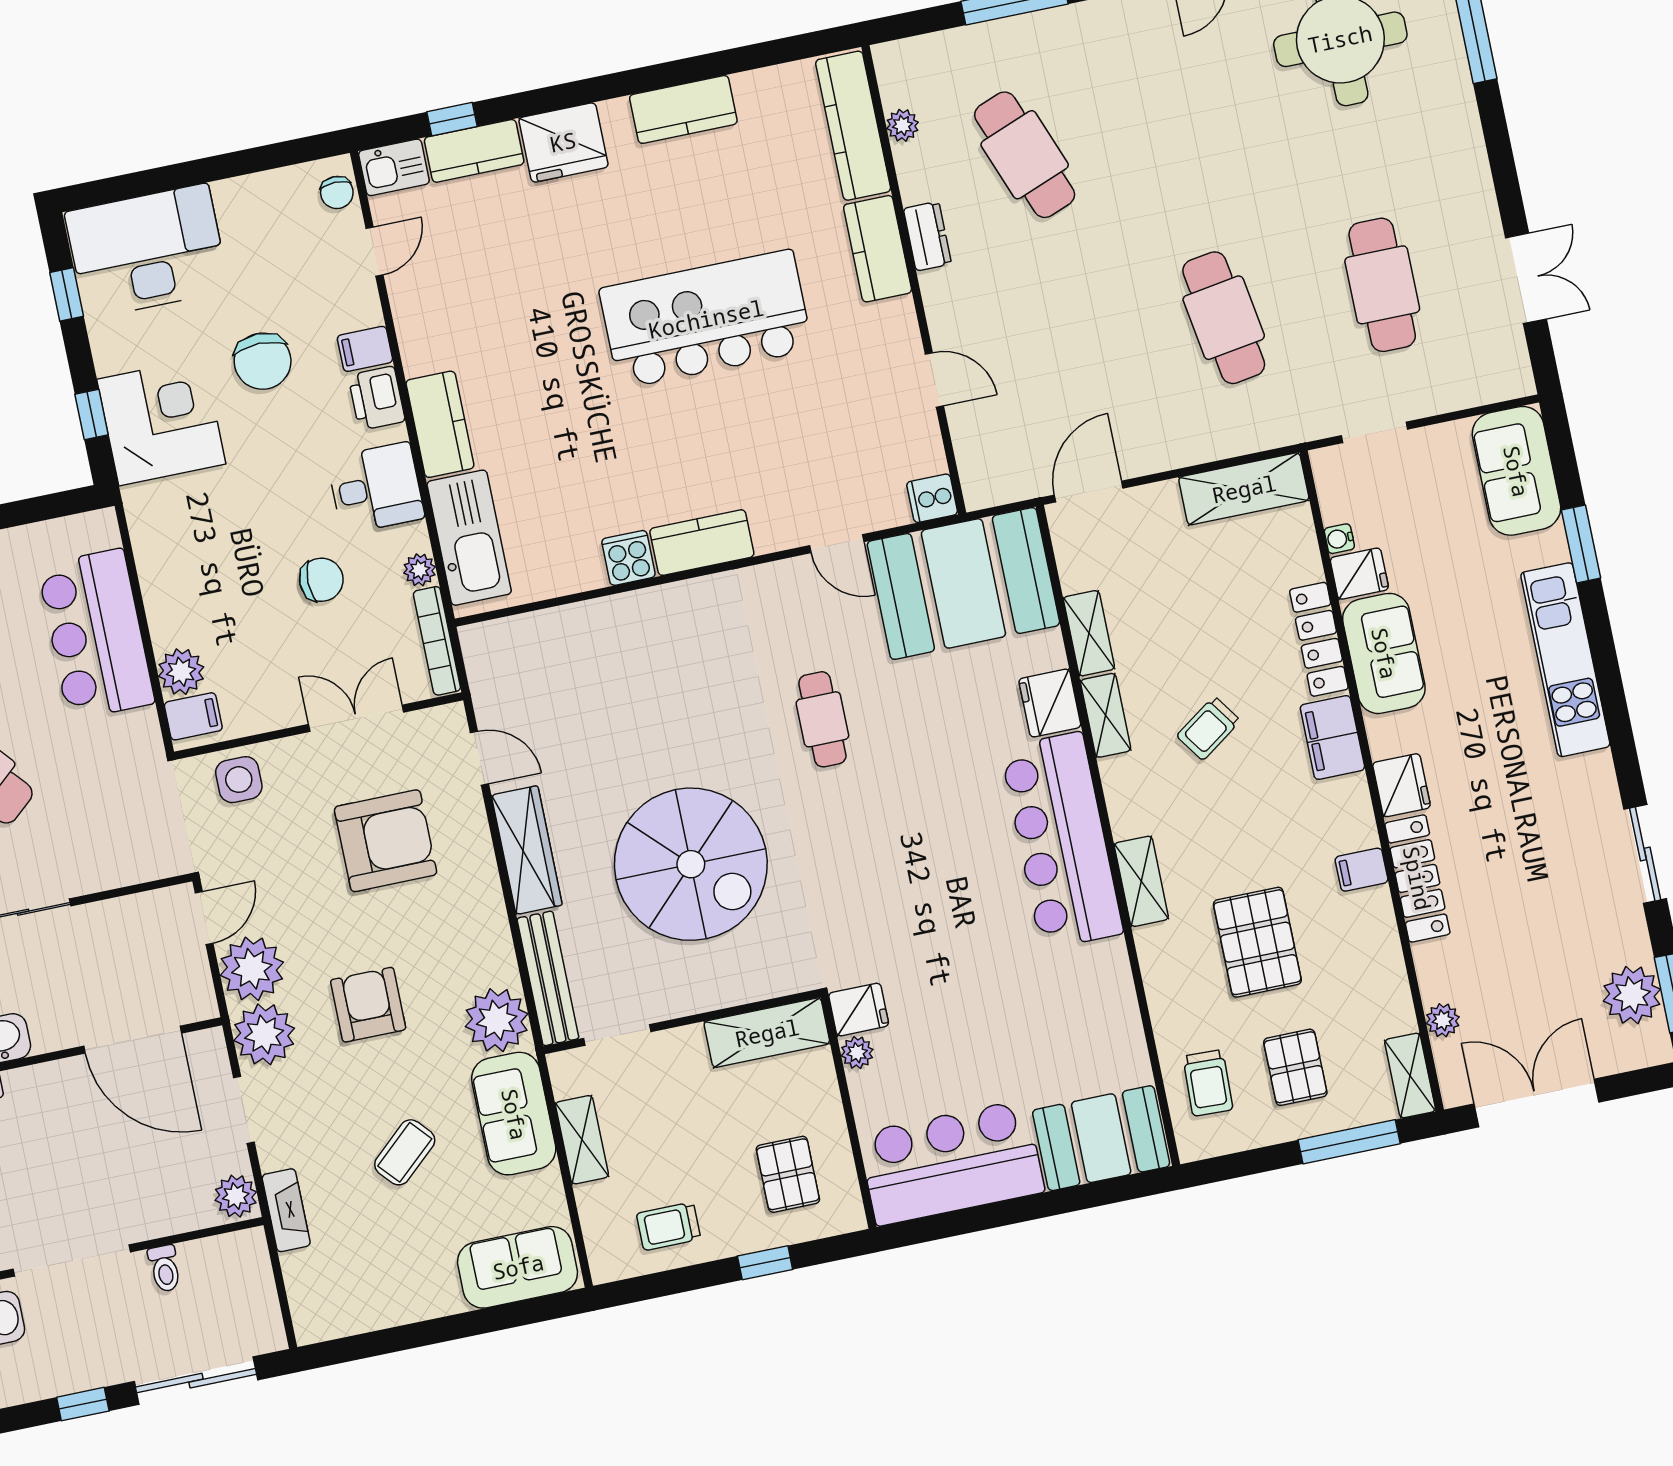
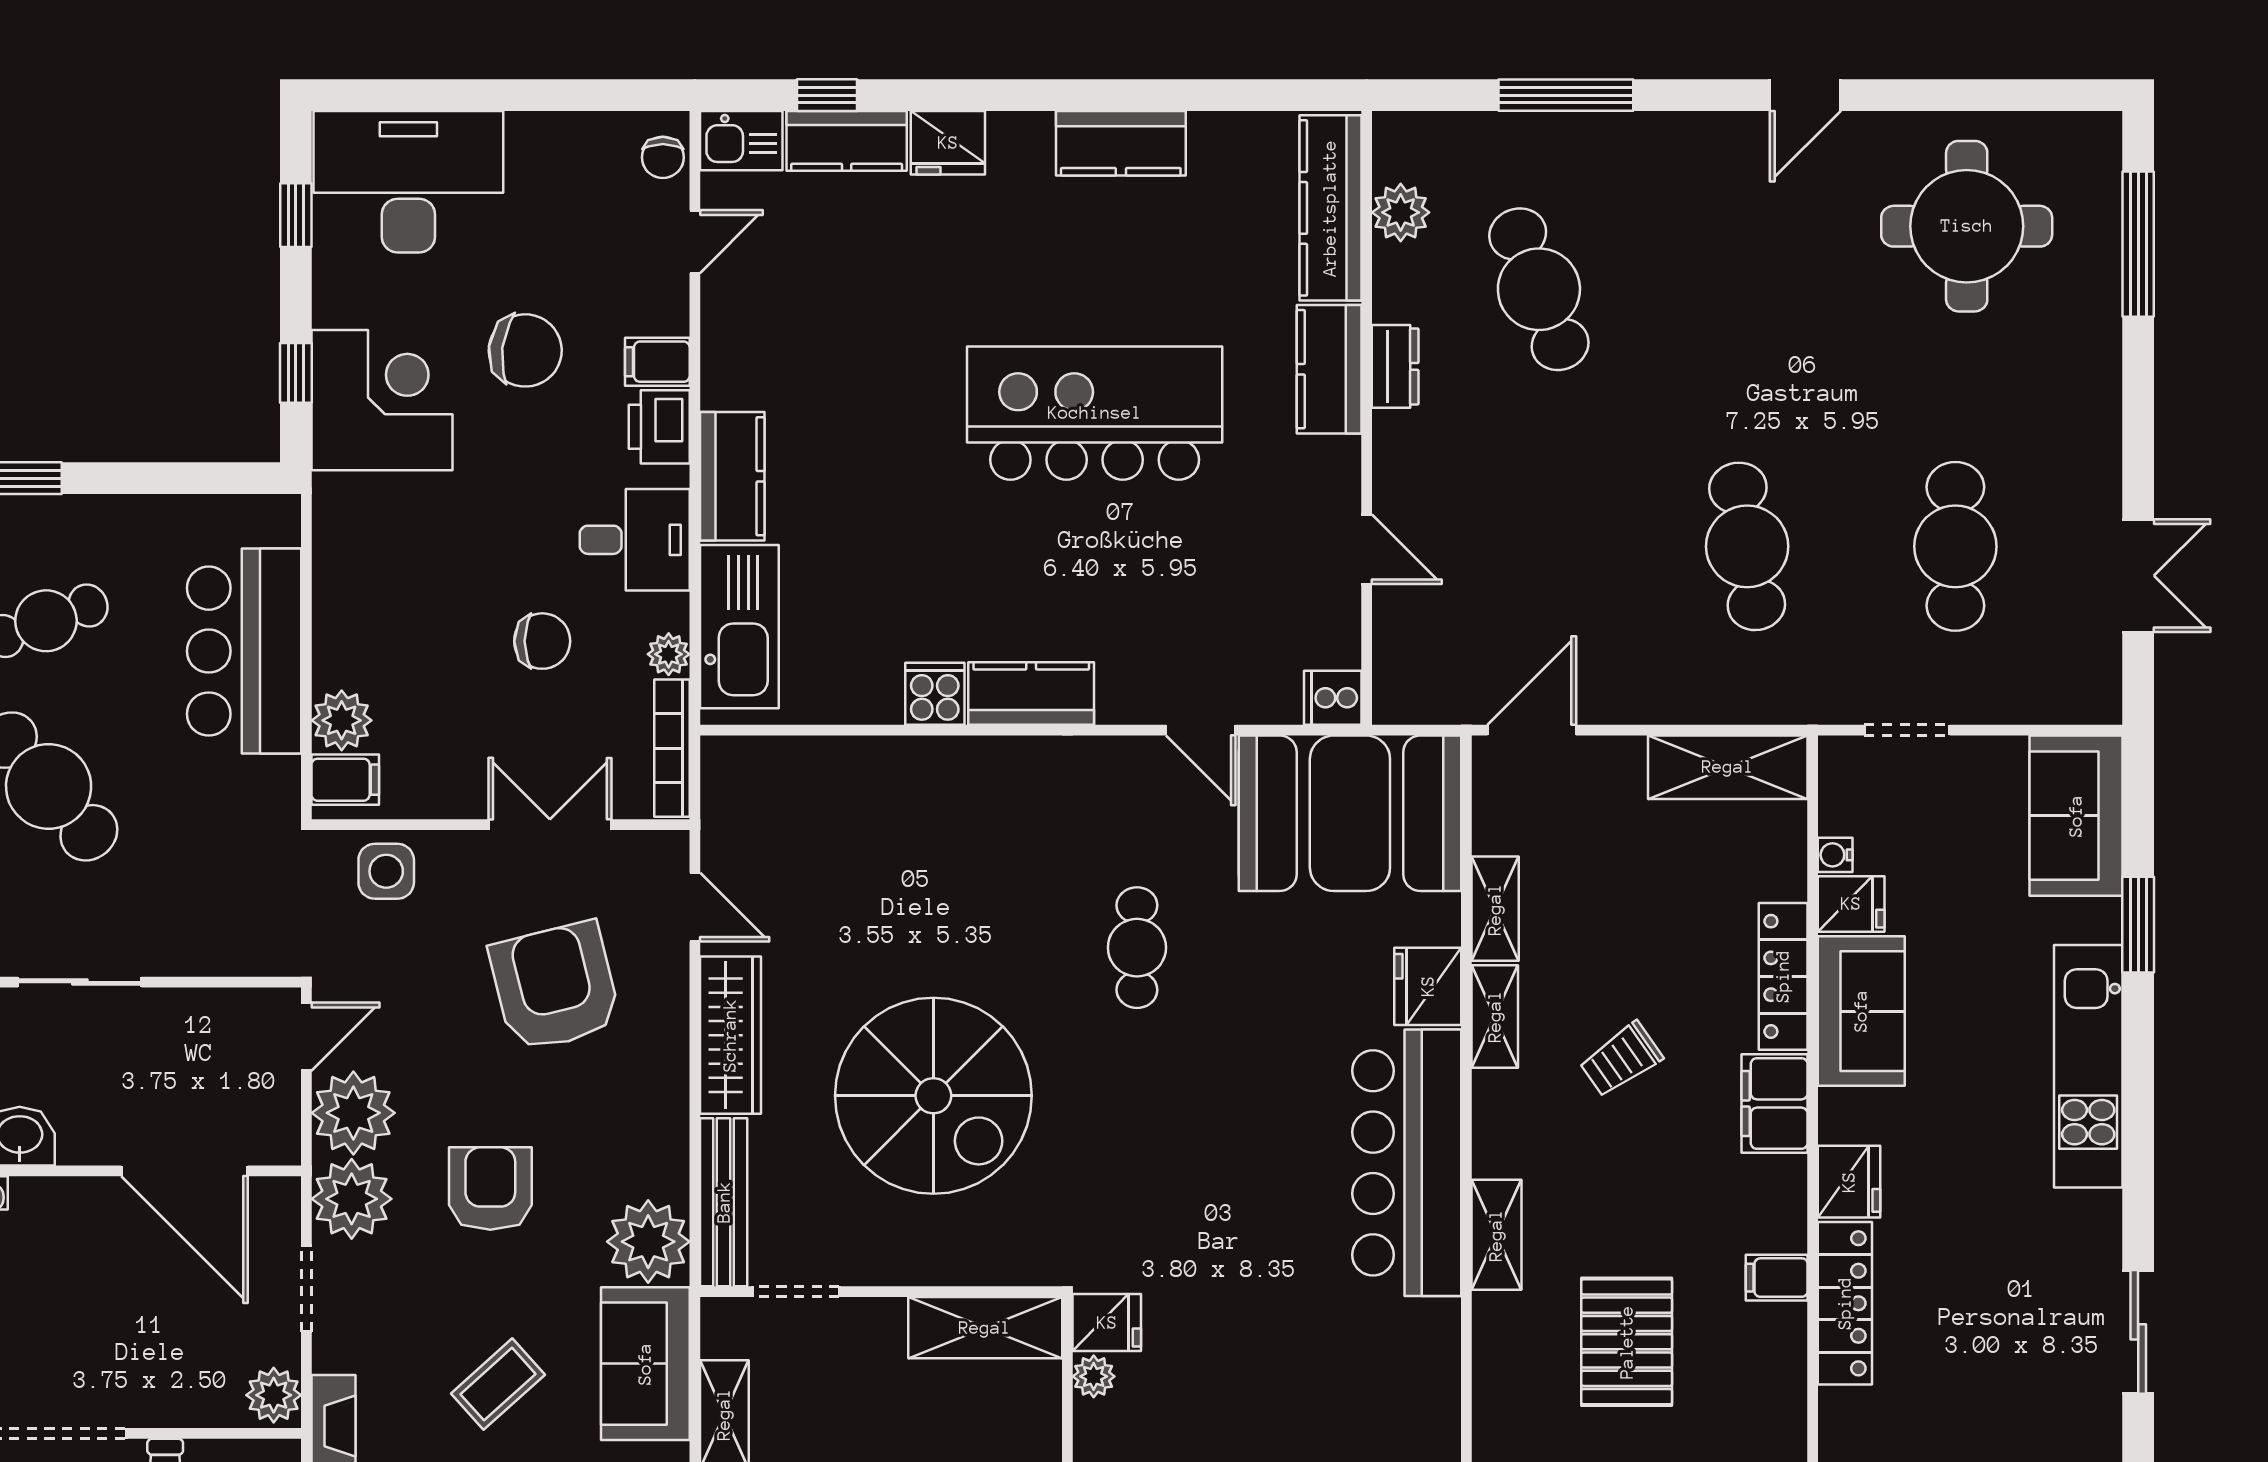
plant: (903, 125) -> (1401, 212), width x1.38, depth x1.38
fridge: (563, 142) -> (948, 143), width x0.73, depth x0.75
chair: (263, 361) -> (525, 350), turned -83
armchair: (386, 841) -> (555, 987), turned -104

